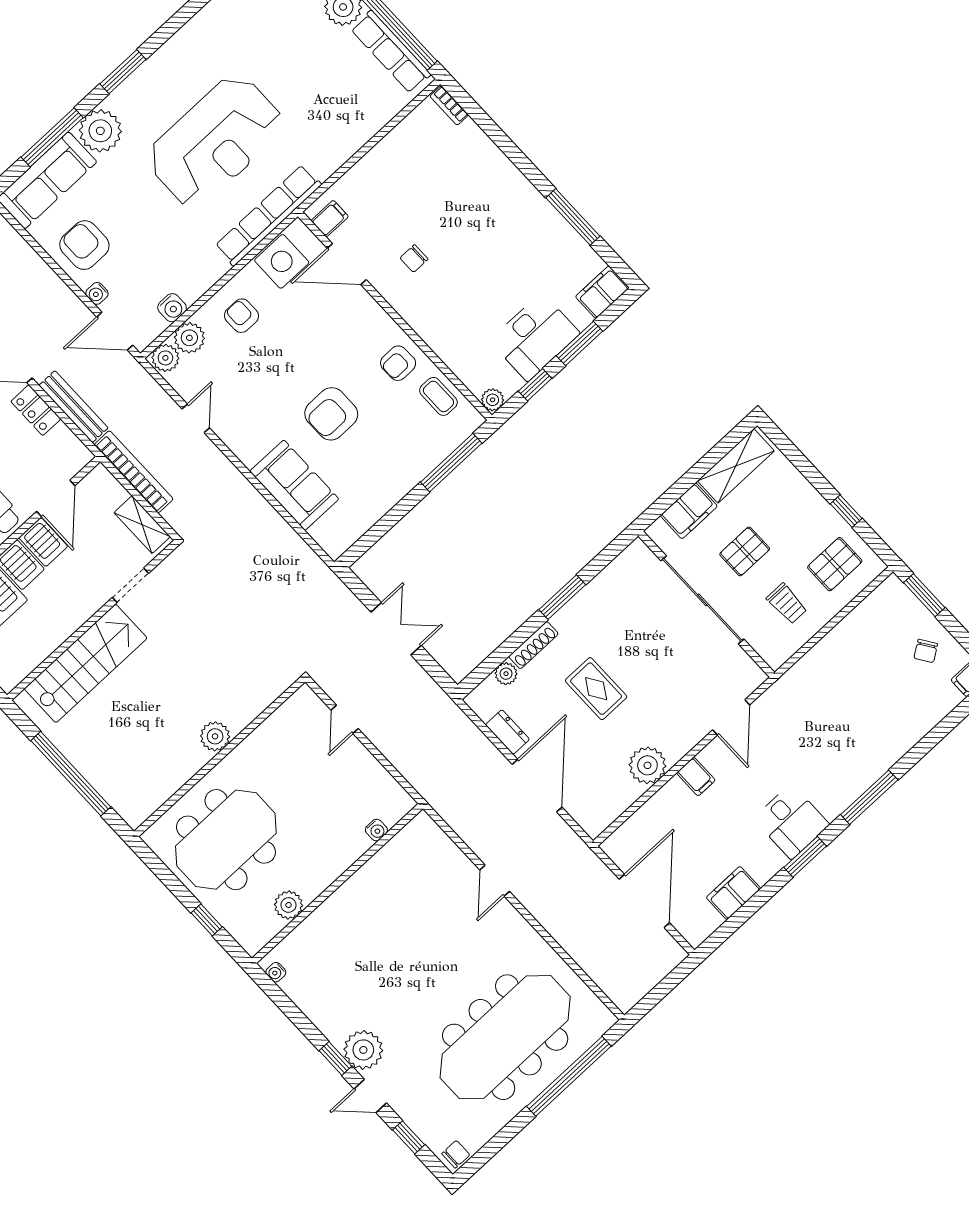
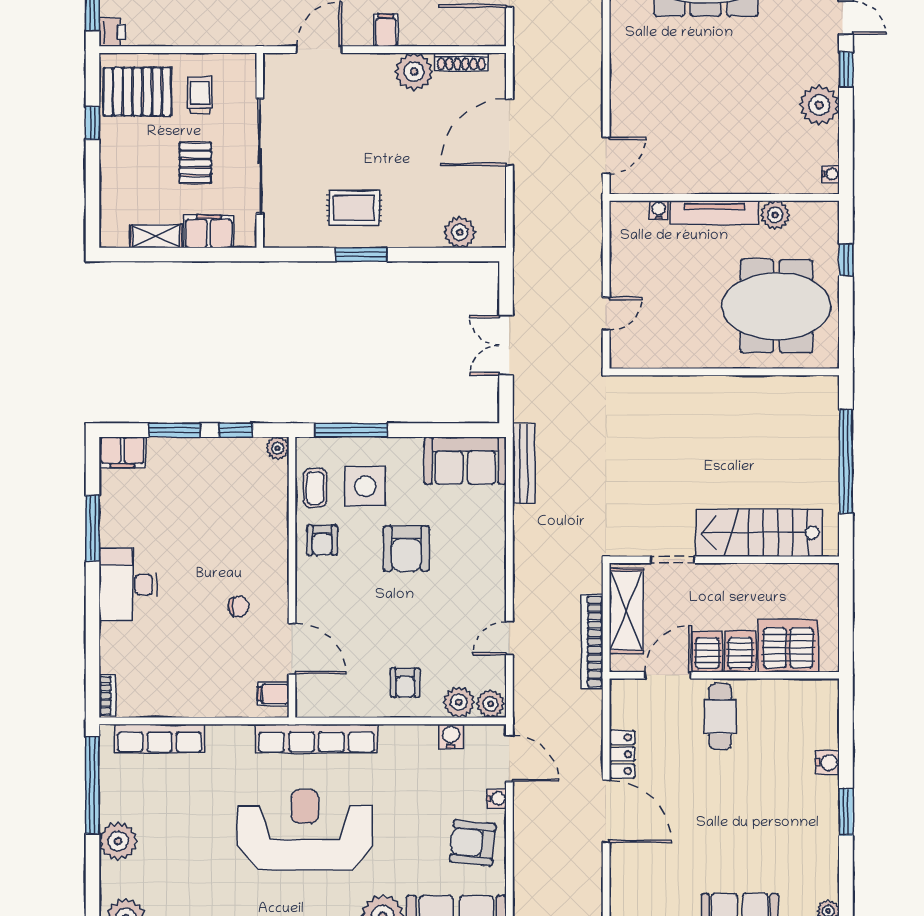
row of seats: (391, 52) -> (160, 739), moved, turned 90
armchair: (84, 245) -> (473, 843), turned 96
side table: (282, 261) -> (365, 486), moved
desk: (535, 337) -> (128, 584), moved, turned -90
armchair: (398, 363) -> (322, 540), turned 91
bench: (74, 407) -> (524, 464), moved
armchair: (331, 414) -> (406, 549), turned 90
shelving: (736, 466) -> (156, 236), width x0.67, depth x0.75
sofa: (294, 485) -> (465, 460), moved, turned -90
shelving: (142, 525) -> (626, 611), width x1.50, depth x1.33
pallet: (745, 551) -> (195, 163), turned 90
pallet: (835, 564) -> (137, 92), width x1.50, depth x1.42
printer: (893, 590) -> (112, 32), added
shoe rack: (533, 645) -> (461, 62), moved, turned 180
plant: (506, 674) -> (460, 232), width x1.38, depth x1.38
rug: (596, 689) -> (354, 208), moved, turned 90
dresser: (507, 732) -> (495, 192), removed
plant: (215, 736) -> (714, 390), removed
tv unit: (334, 866) -> (714, 212), added
door: (495, 881) -> (606, 155), moved
plant: (363, 1050) -> (819, 105), moved

